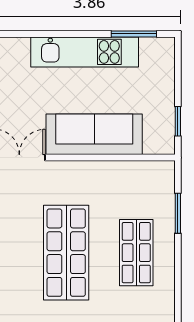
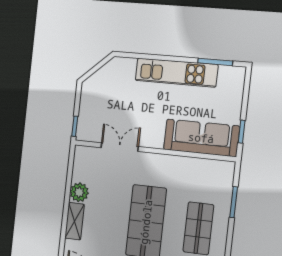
sofa: (94, 134) -> (201, 138), moved

